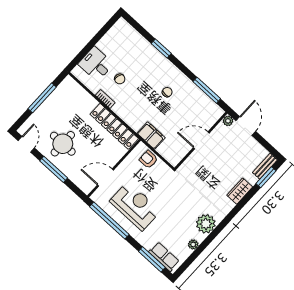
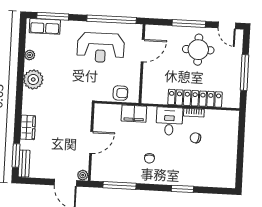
desk: (96, 64) -> (169, 121), moved, turned -90
locker: (114, 126) -> (195, 98), moved

